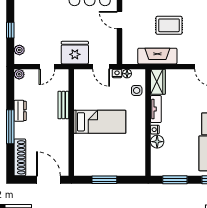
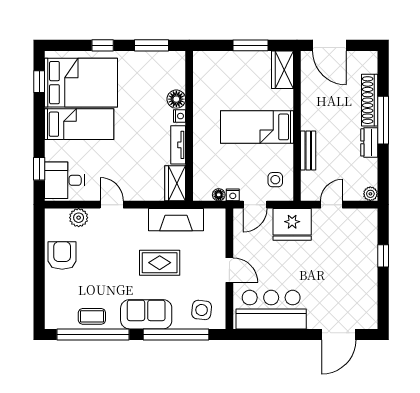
plant: (19, 50) -> (370, 228), removed
door: (101, 67) -> (255, 205), swing flipped
side table: (137, 90) -> (275, 180), moved
shoe rack: (20, 157) -> (370, 100), moved
wardrobe: (82, 162) -> (282, 70), added

